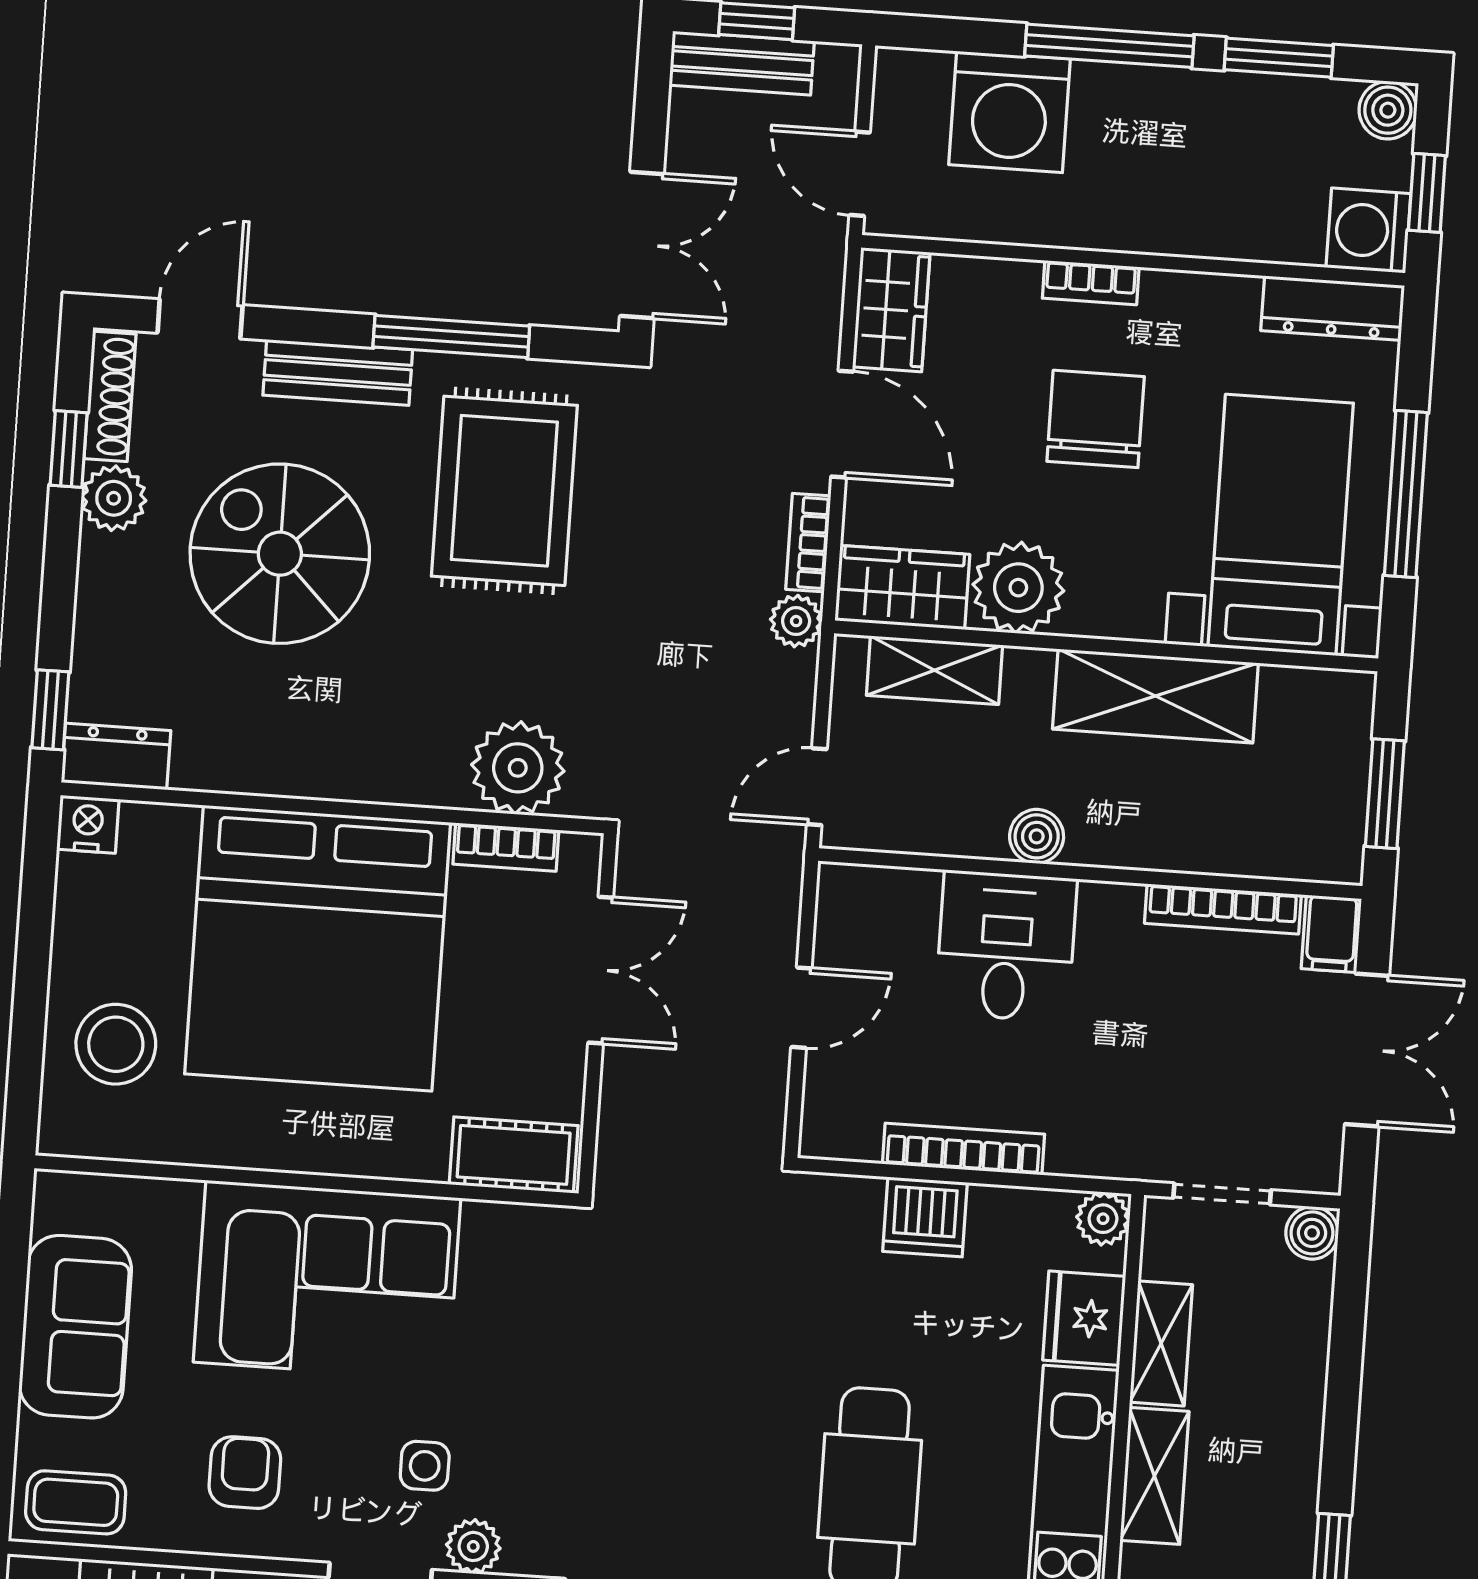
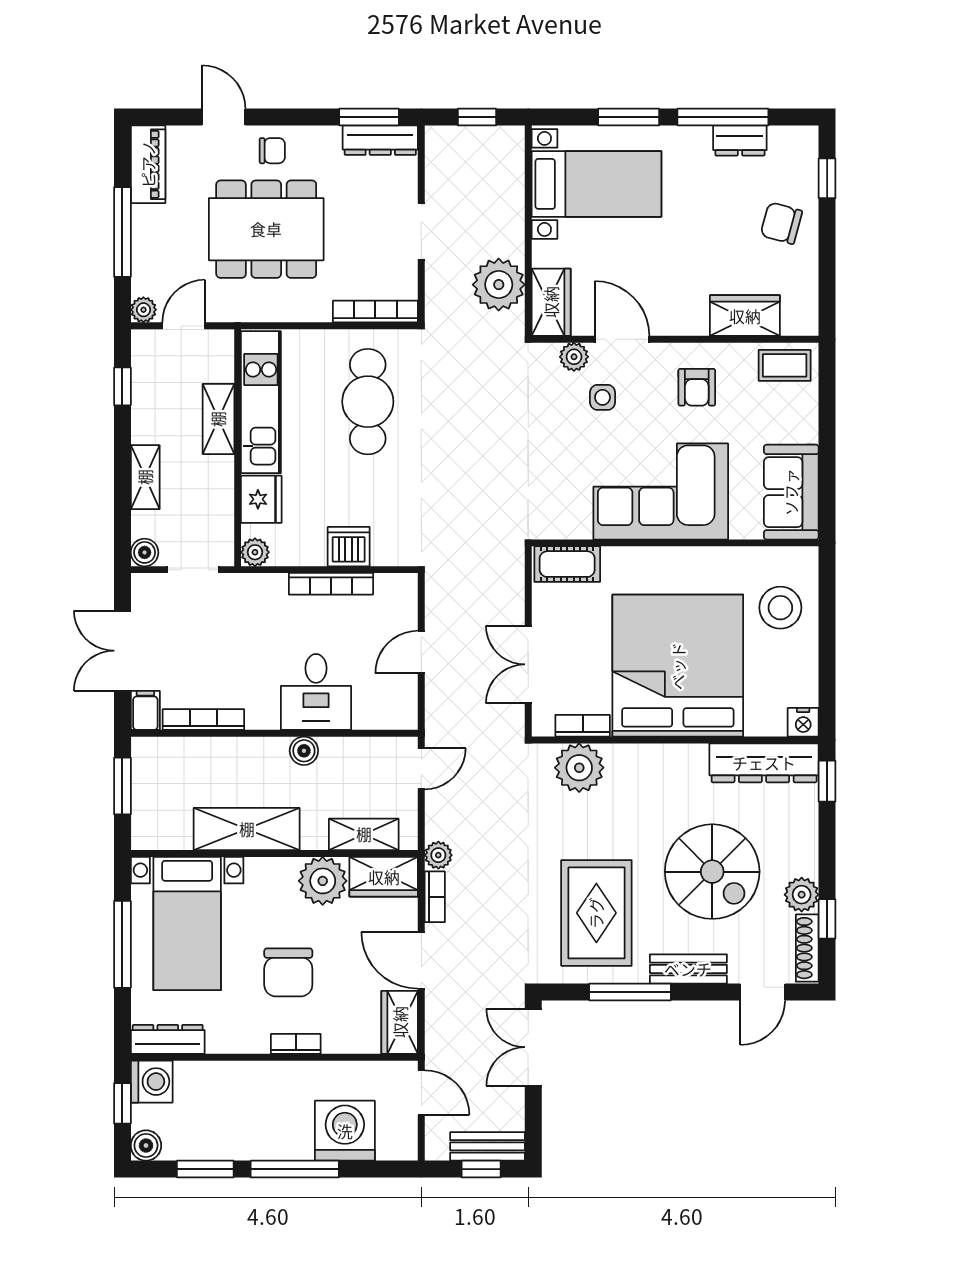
dresser: (116, 757) -> (764, 763), width x1.96, depth x1.24
sofa: (75, 1327) -> (791, 492), moved
shelving: (1161, 1343) -> (145, 477), moved

